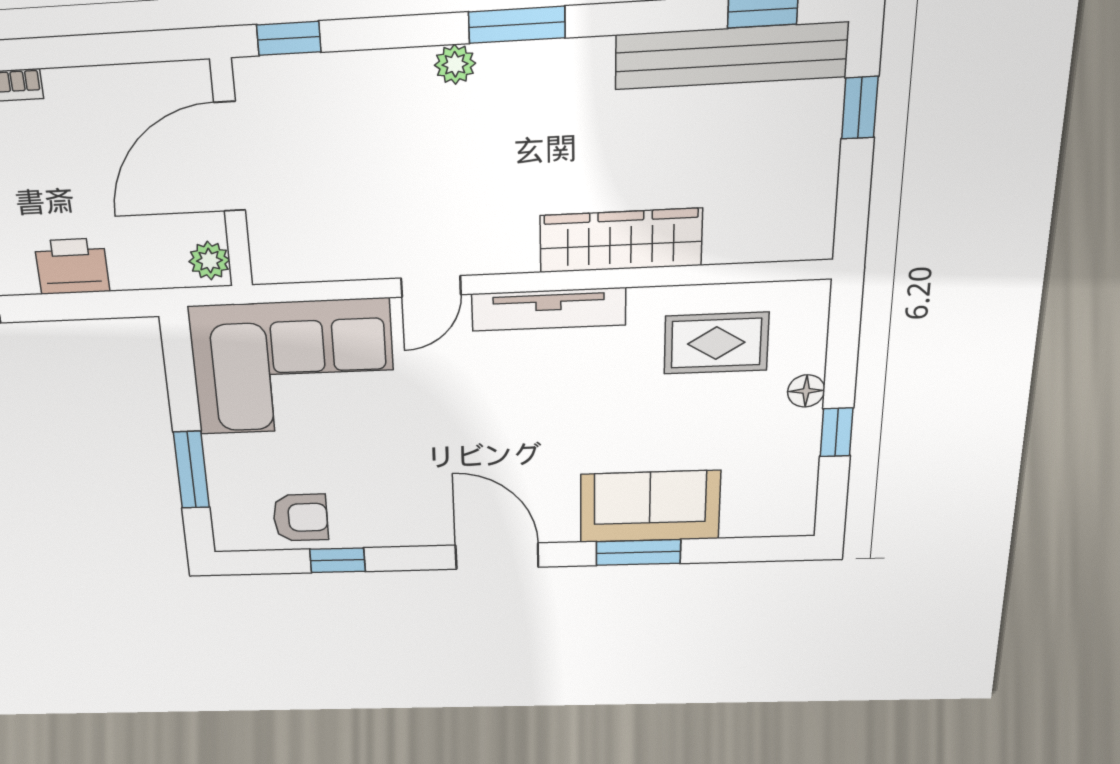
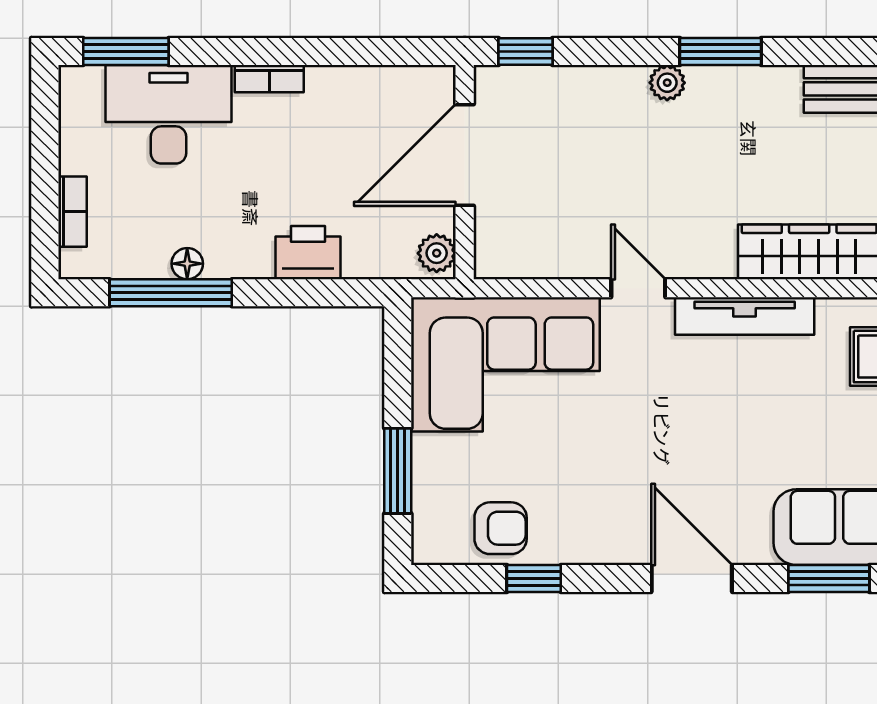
door: (431, 286) -> (638, 288), swing flipped

